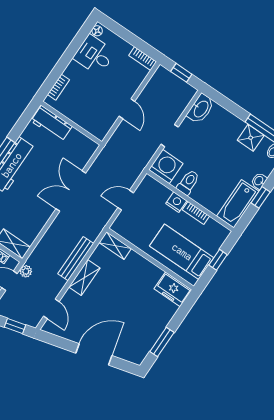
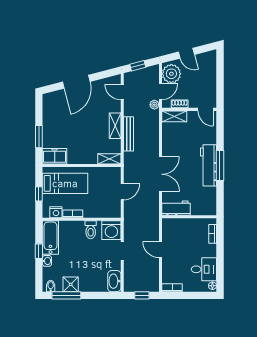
workbench: (51, 124) -> (176, 208), moved
nightstand: (176, 202) -> (56, 212), moved
window: (162, 342) -> (39, 137), moved

